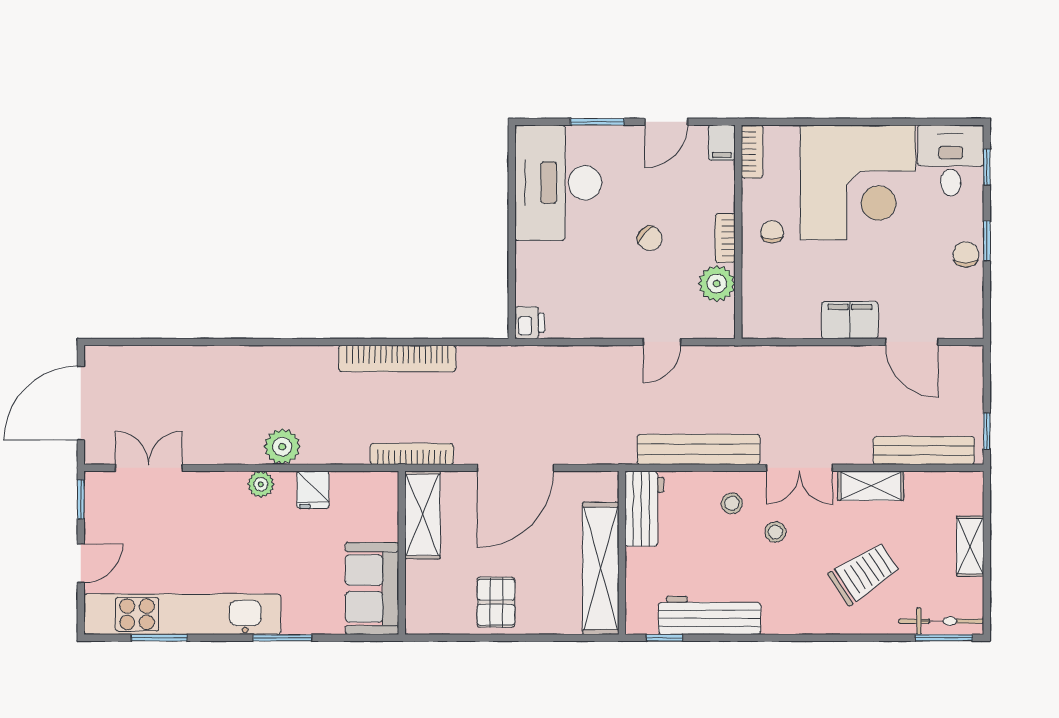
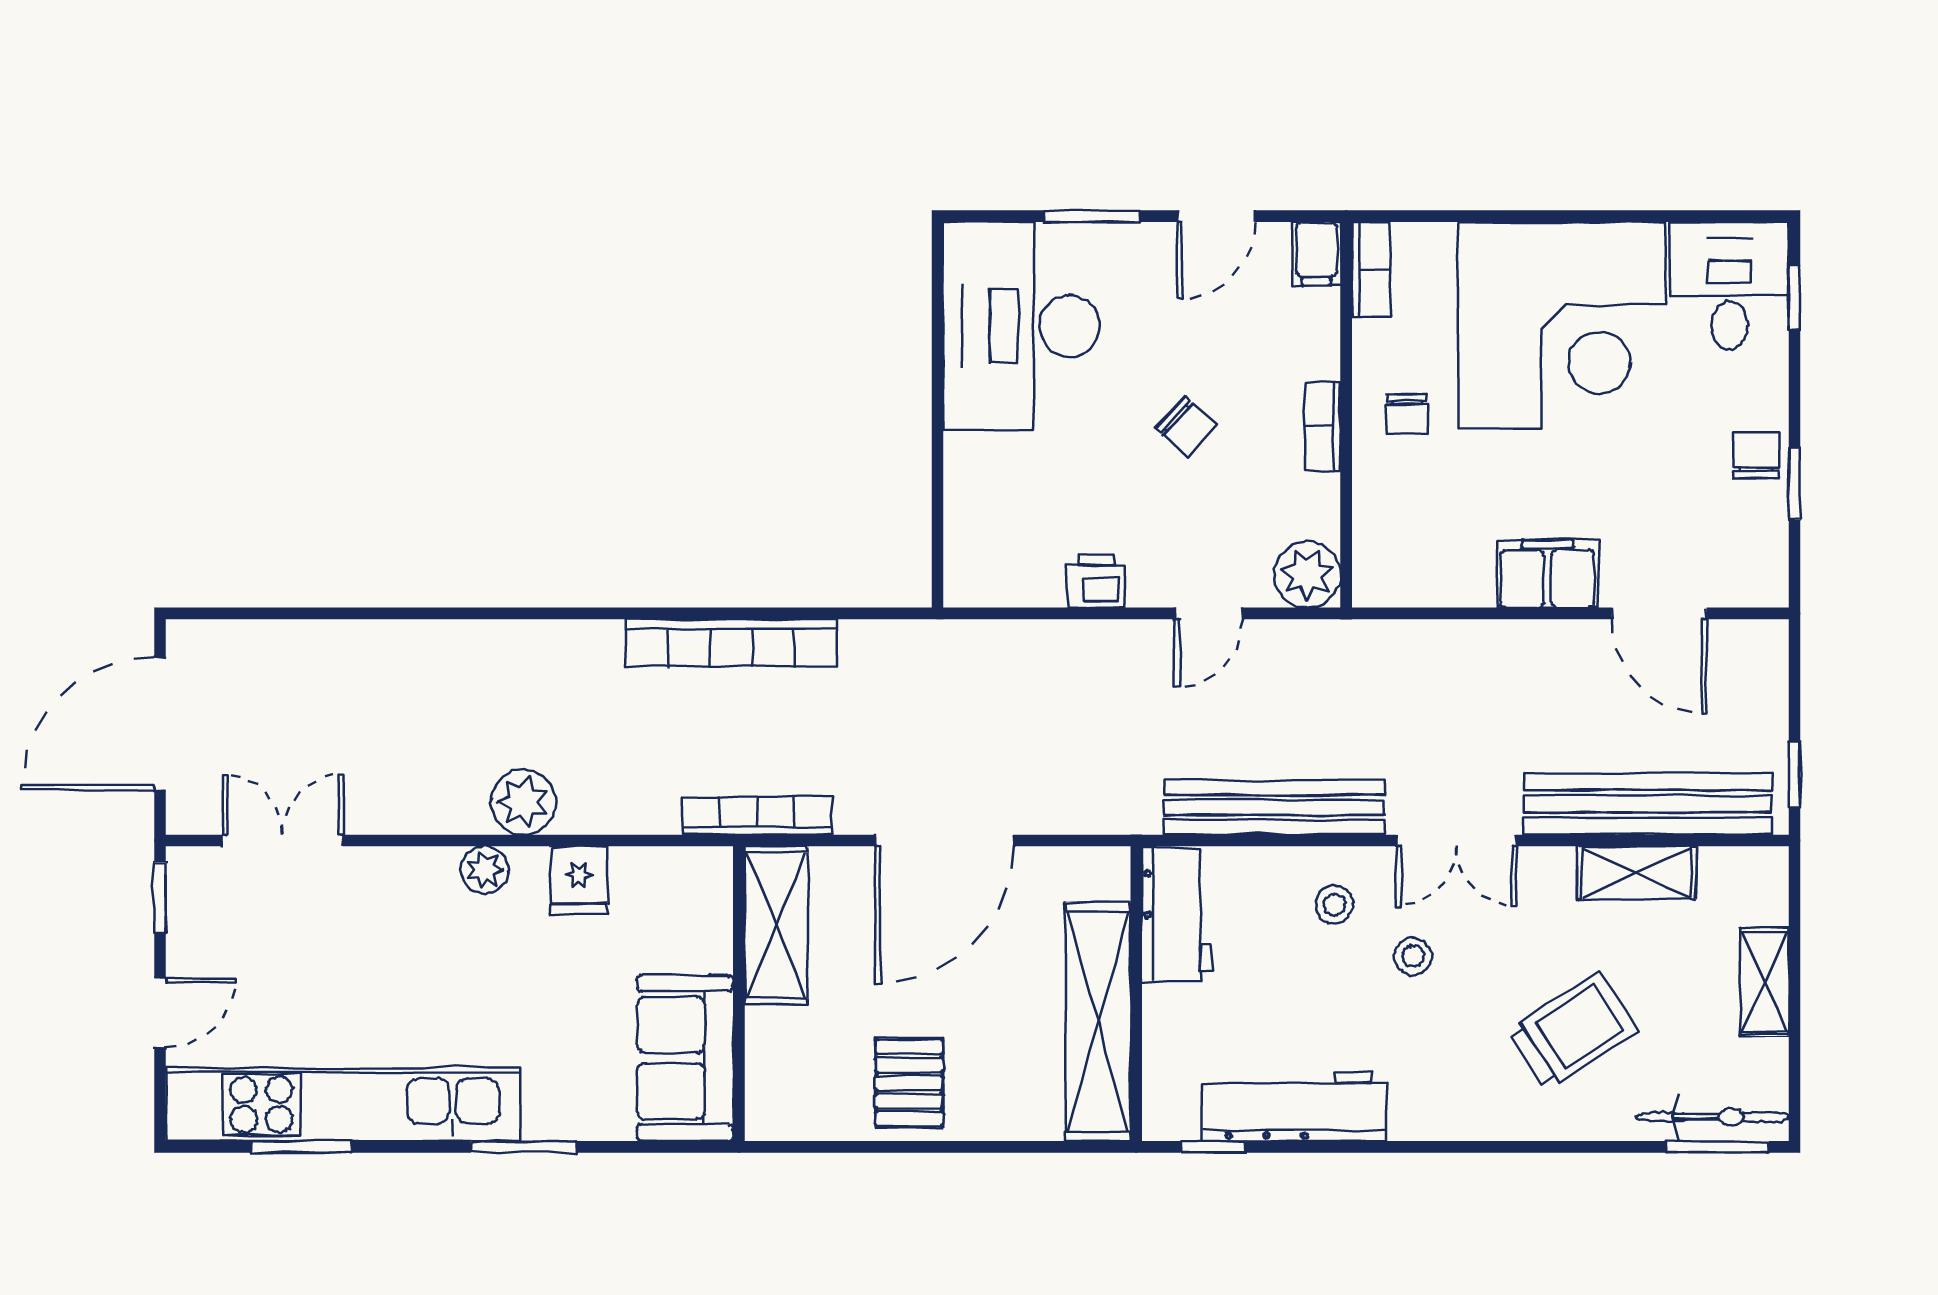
chair: (772, 232) -> (1407, 415), turned 180
window: (987, 241) -> (1794, 484), moved
plant: (717, 284) -> (1307, 575), moved
printer: (530, 323) -> (1096, 581), moved, turned -90
bench: (924, 451) -> (1648, 804), width x1.37, depth x1.21
shelving: (871, 486) -> (1637, 873), moved

